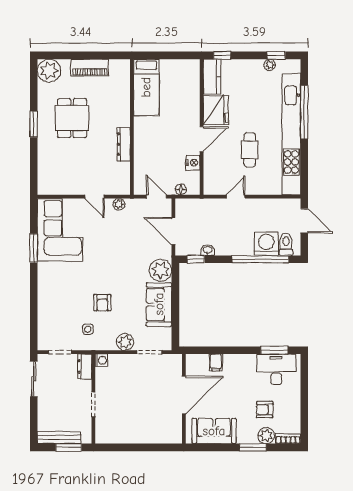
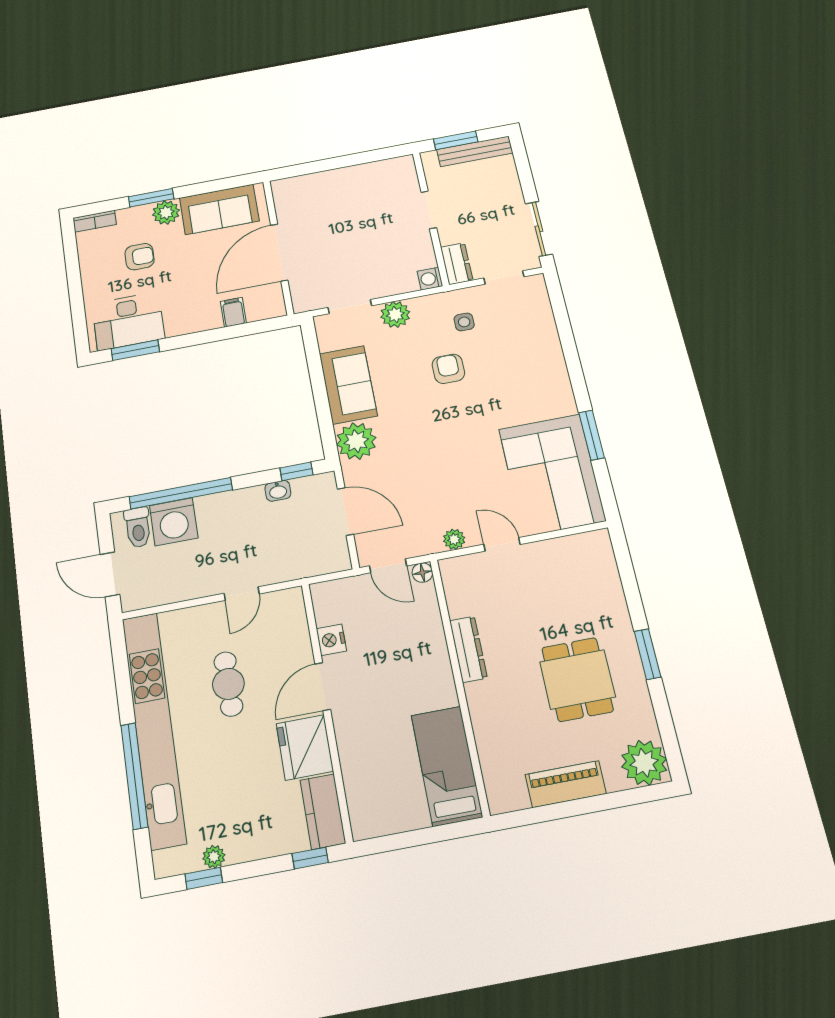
floor lamp: (181, 189) -> (422, 573), moved
plant: (266, 436) -> (166, 213), moved

